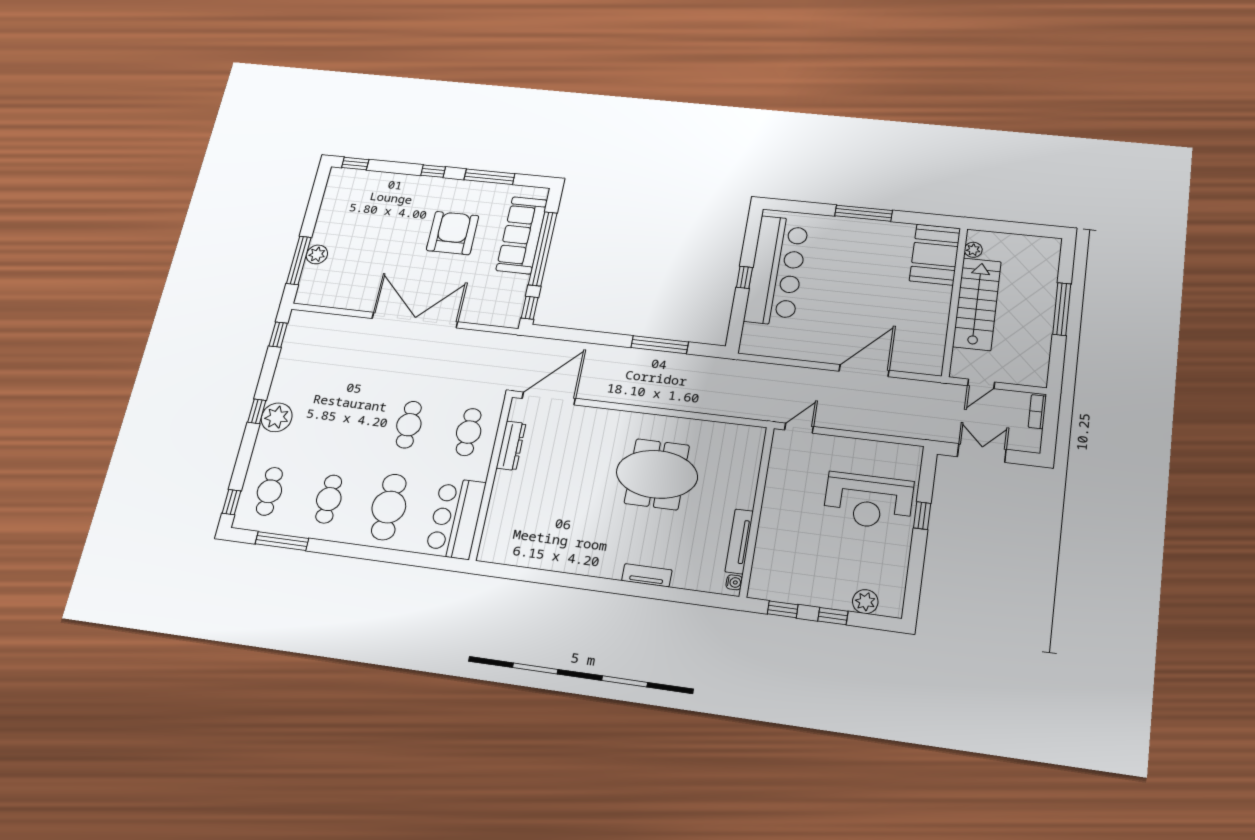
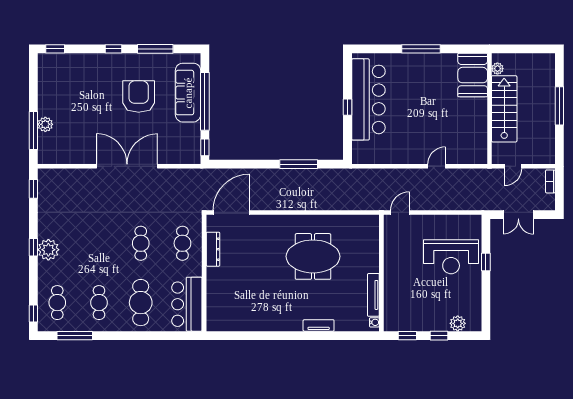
door: (864, 371) -> (437, 166), width x0.53
double door: (982, 453) -> (518, 215), swing flipped

